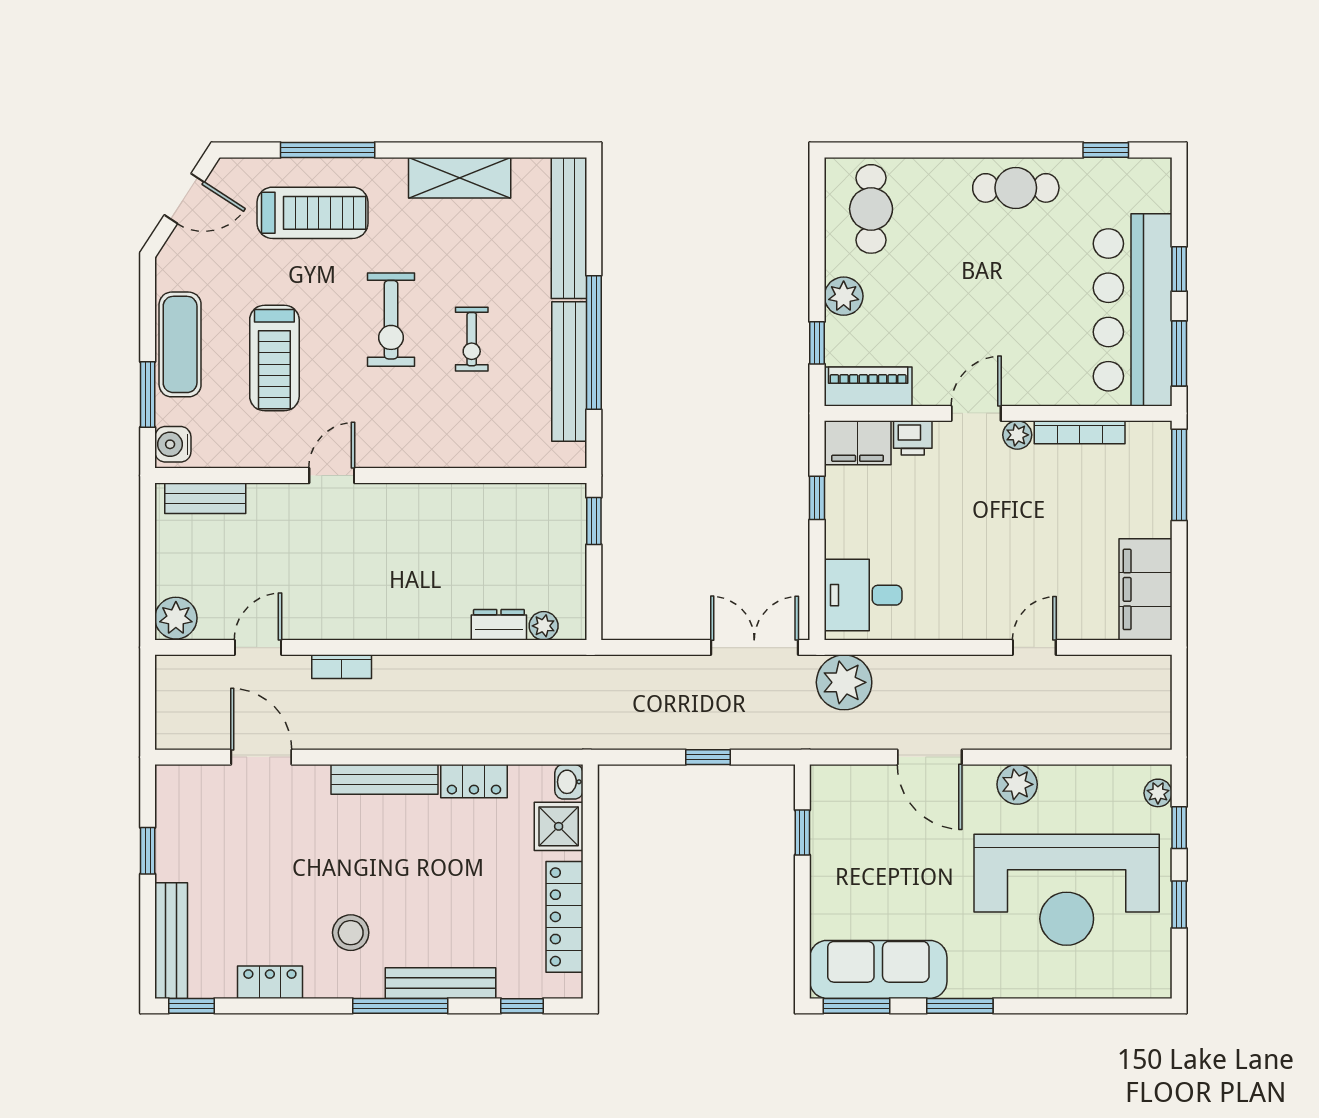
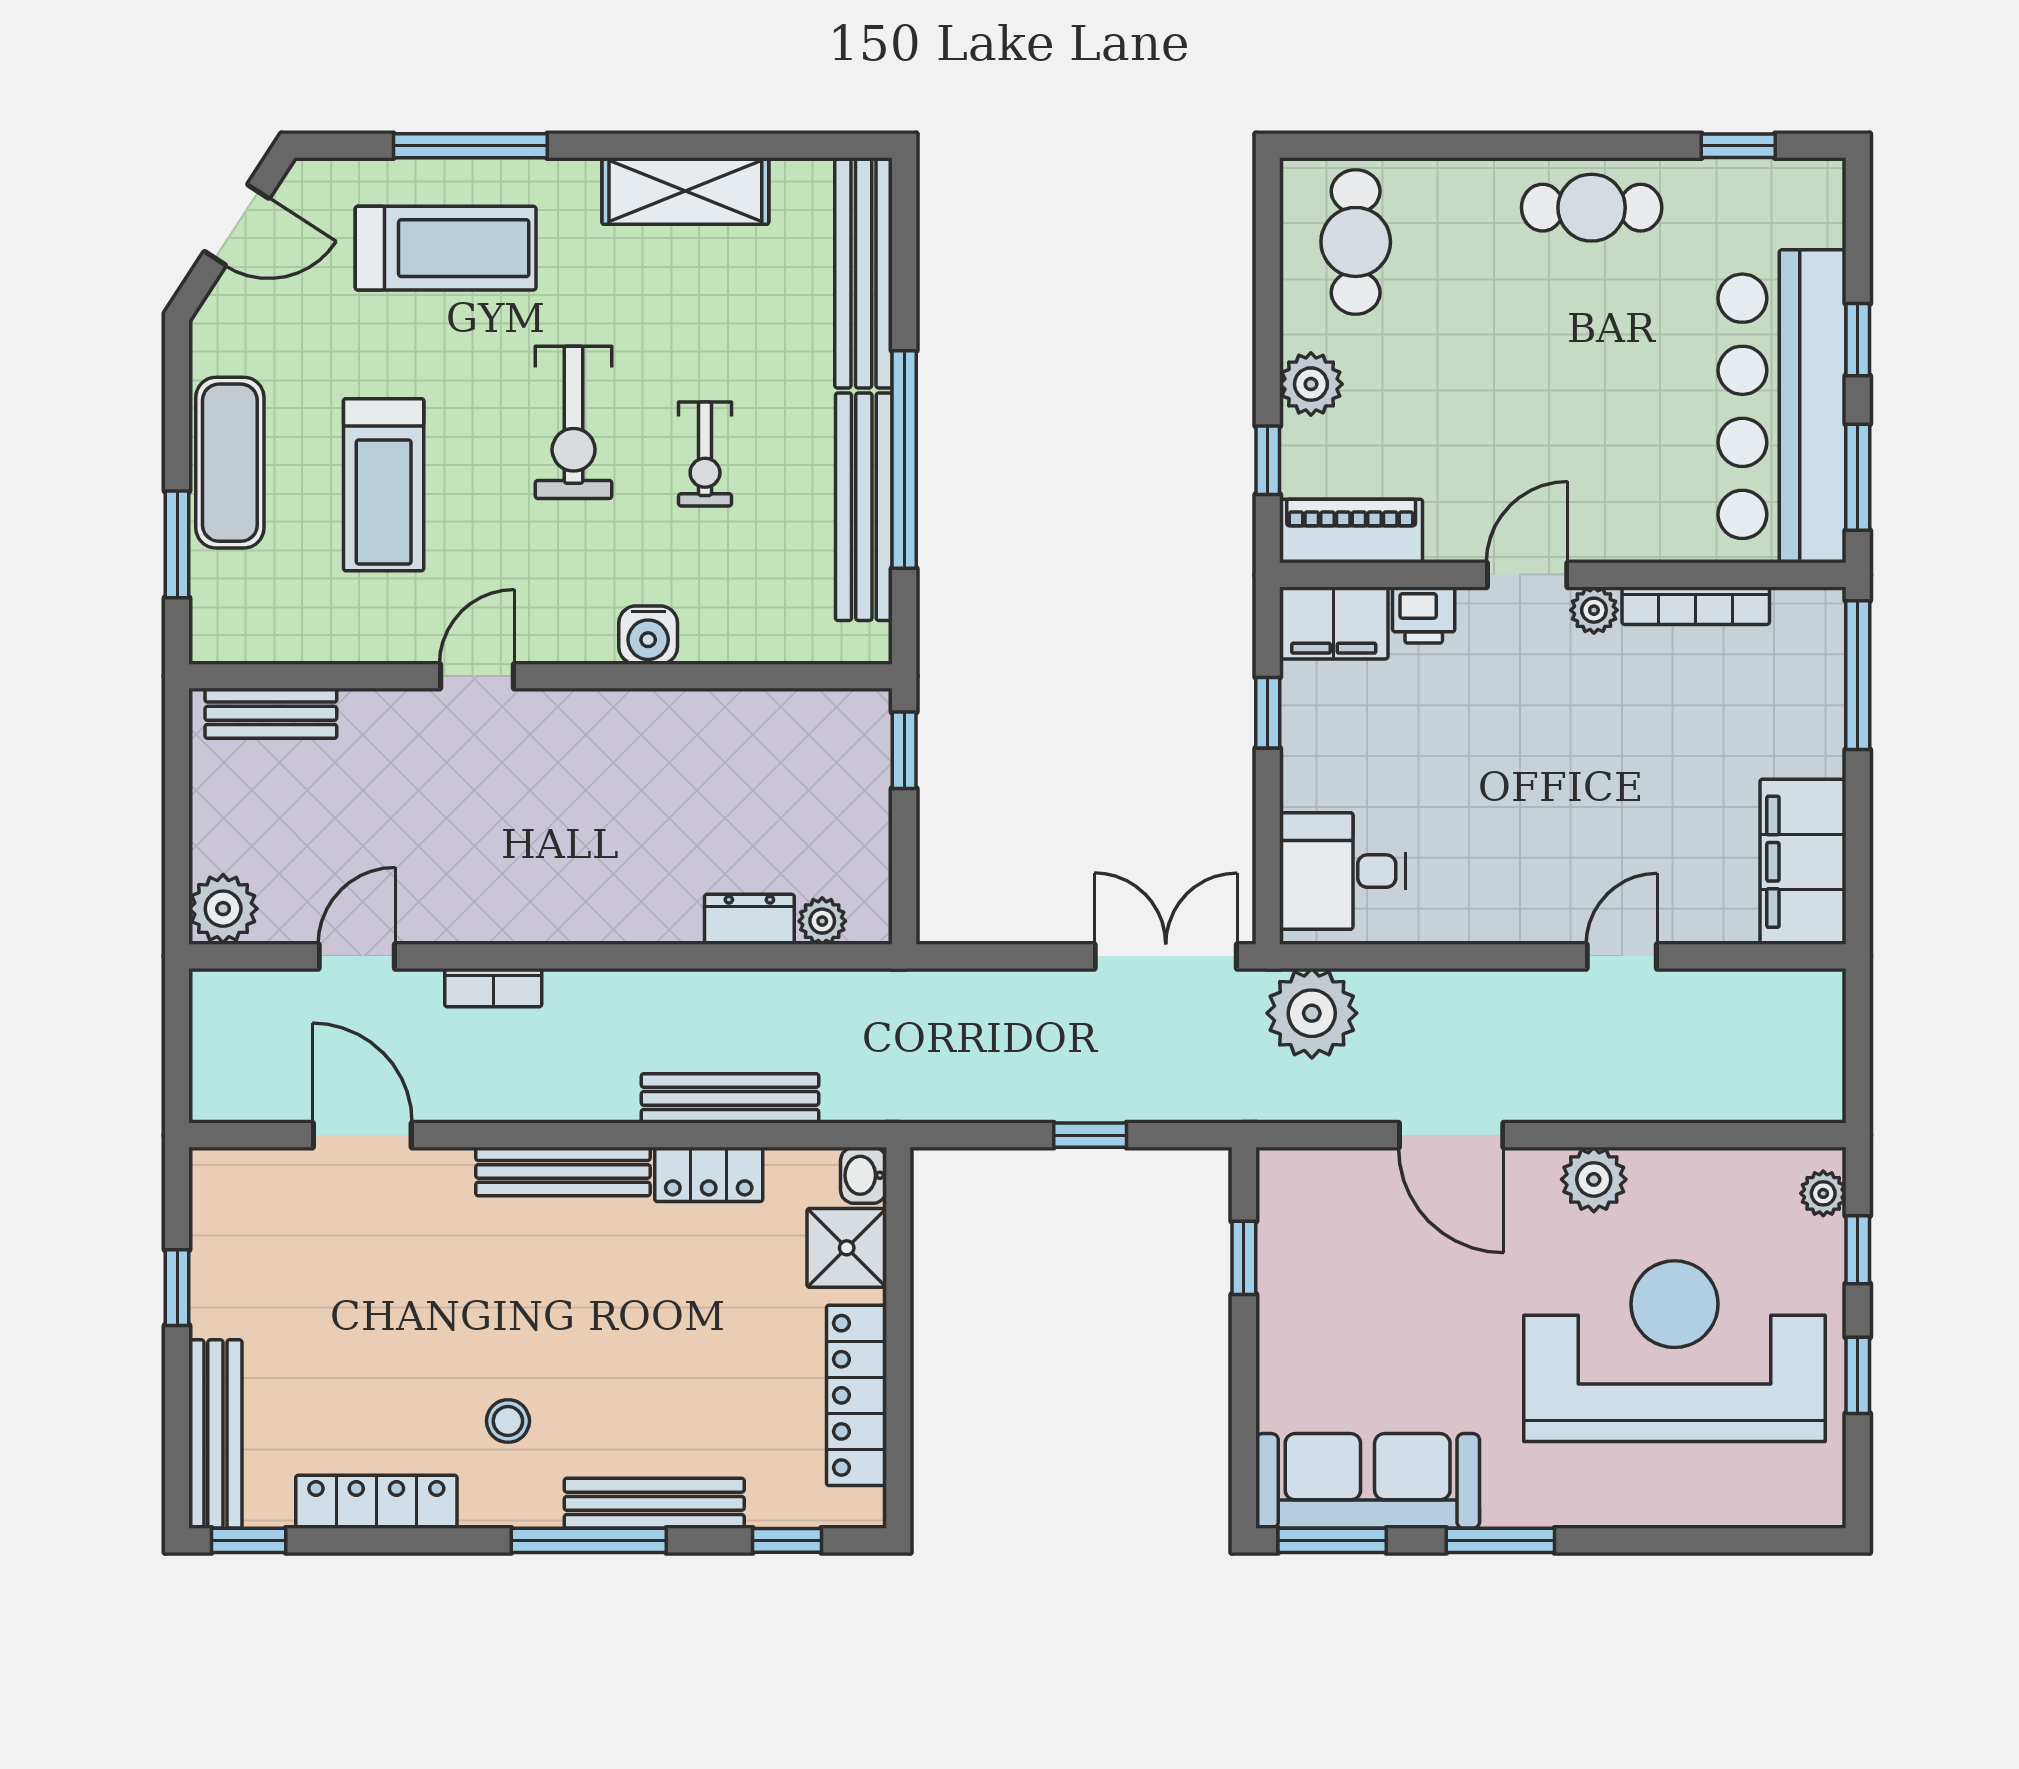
water cooler: (173, 444) -> (648, 635), moved, turned -90
bench: (487, 735) -> (730, 1098), added
reception desk: (1067, 890) -> (1674, 1351), turned 180
stool: (351, 933) -> (508, 1421), width x0.73, depth x0.73
locker: (270, 982) -> (376, 1502), width x1.53

